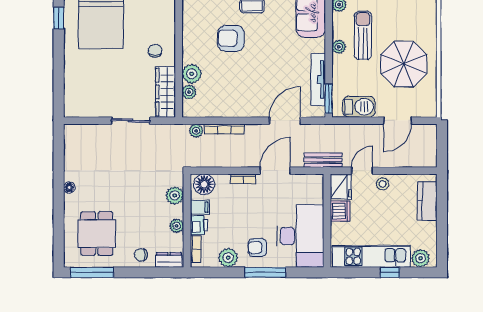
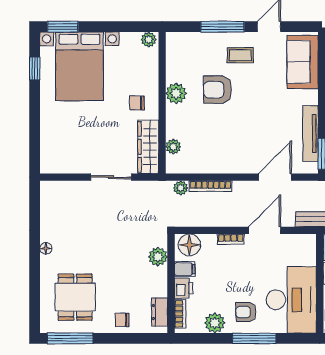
chair: (155, 51) -> (137, 103), turned -90
plant: (192, 74) -> (176, 93), moved
plant: (177, 226) -> (160, 289), removed
dresser: (169, 260) -> (160, 312), moved, turned -90

